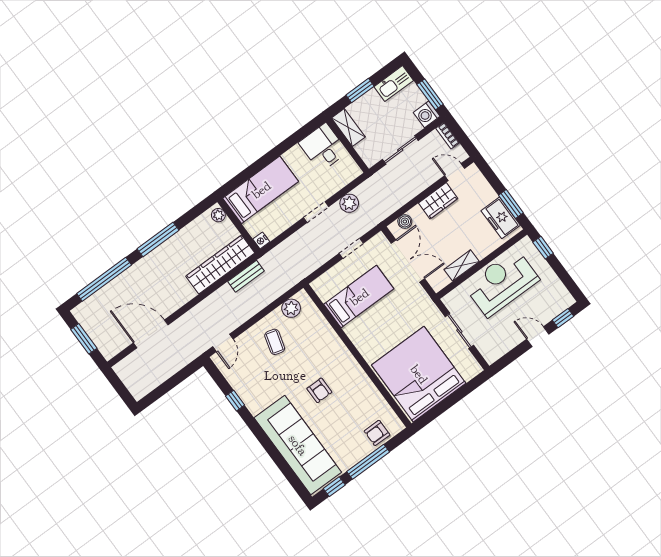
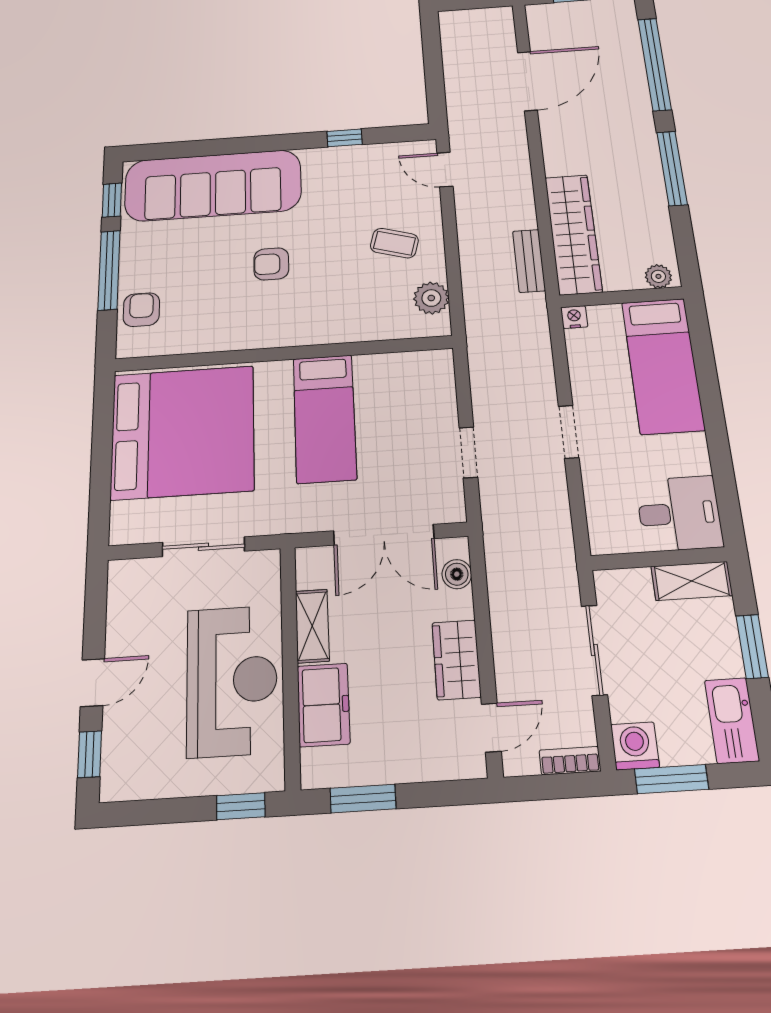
plant: (349, 203) -> (550, 497), removed
freezer: (501, 218) -> (323, 705), moved, turned 90
bed: (359, 297) -> (325, 418), moved

